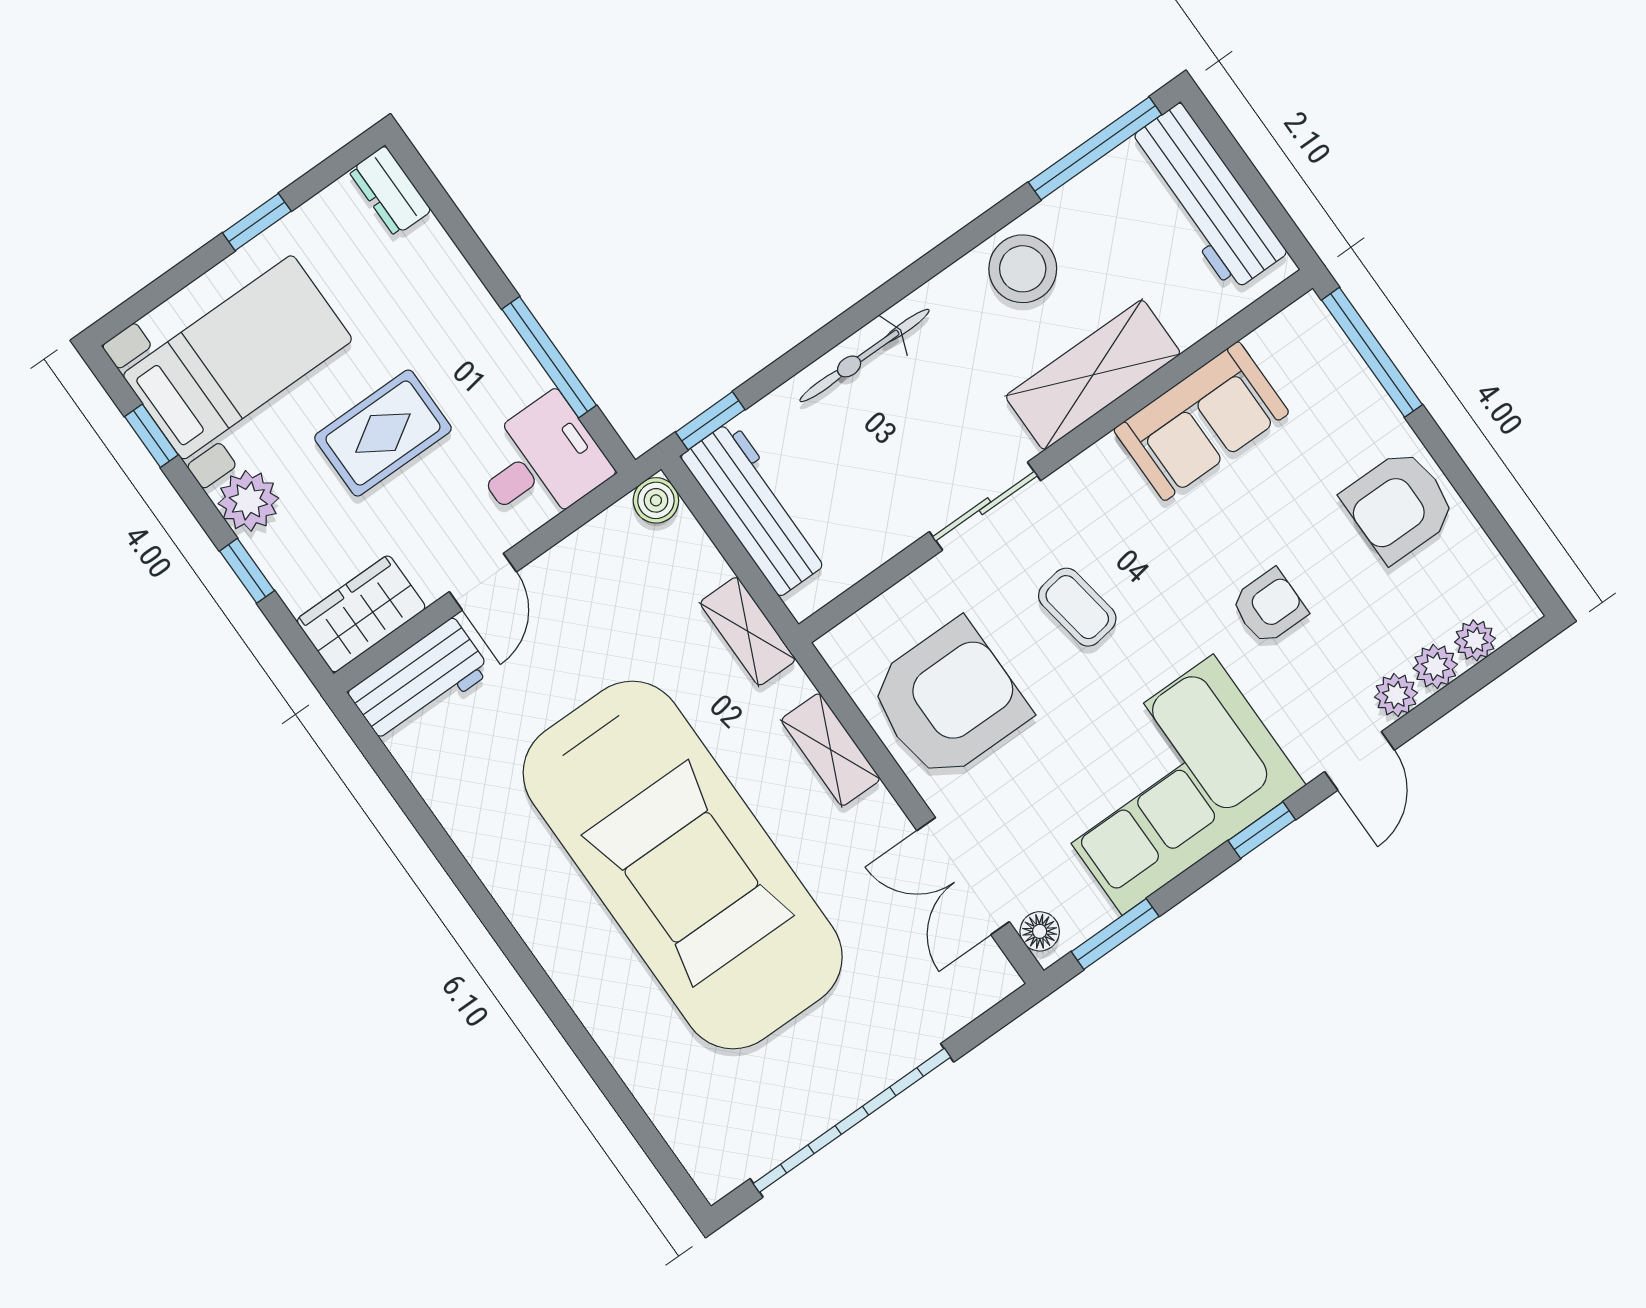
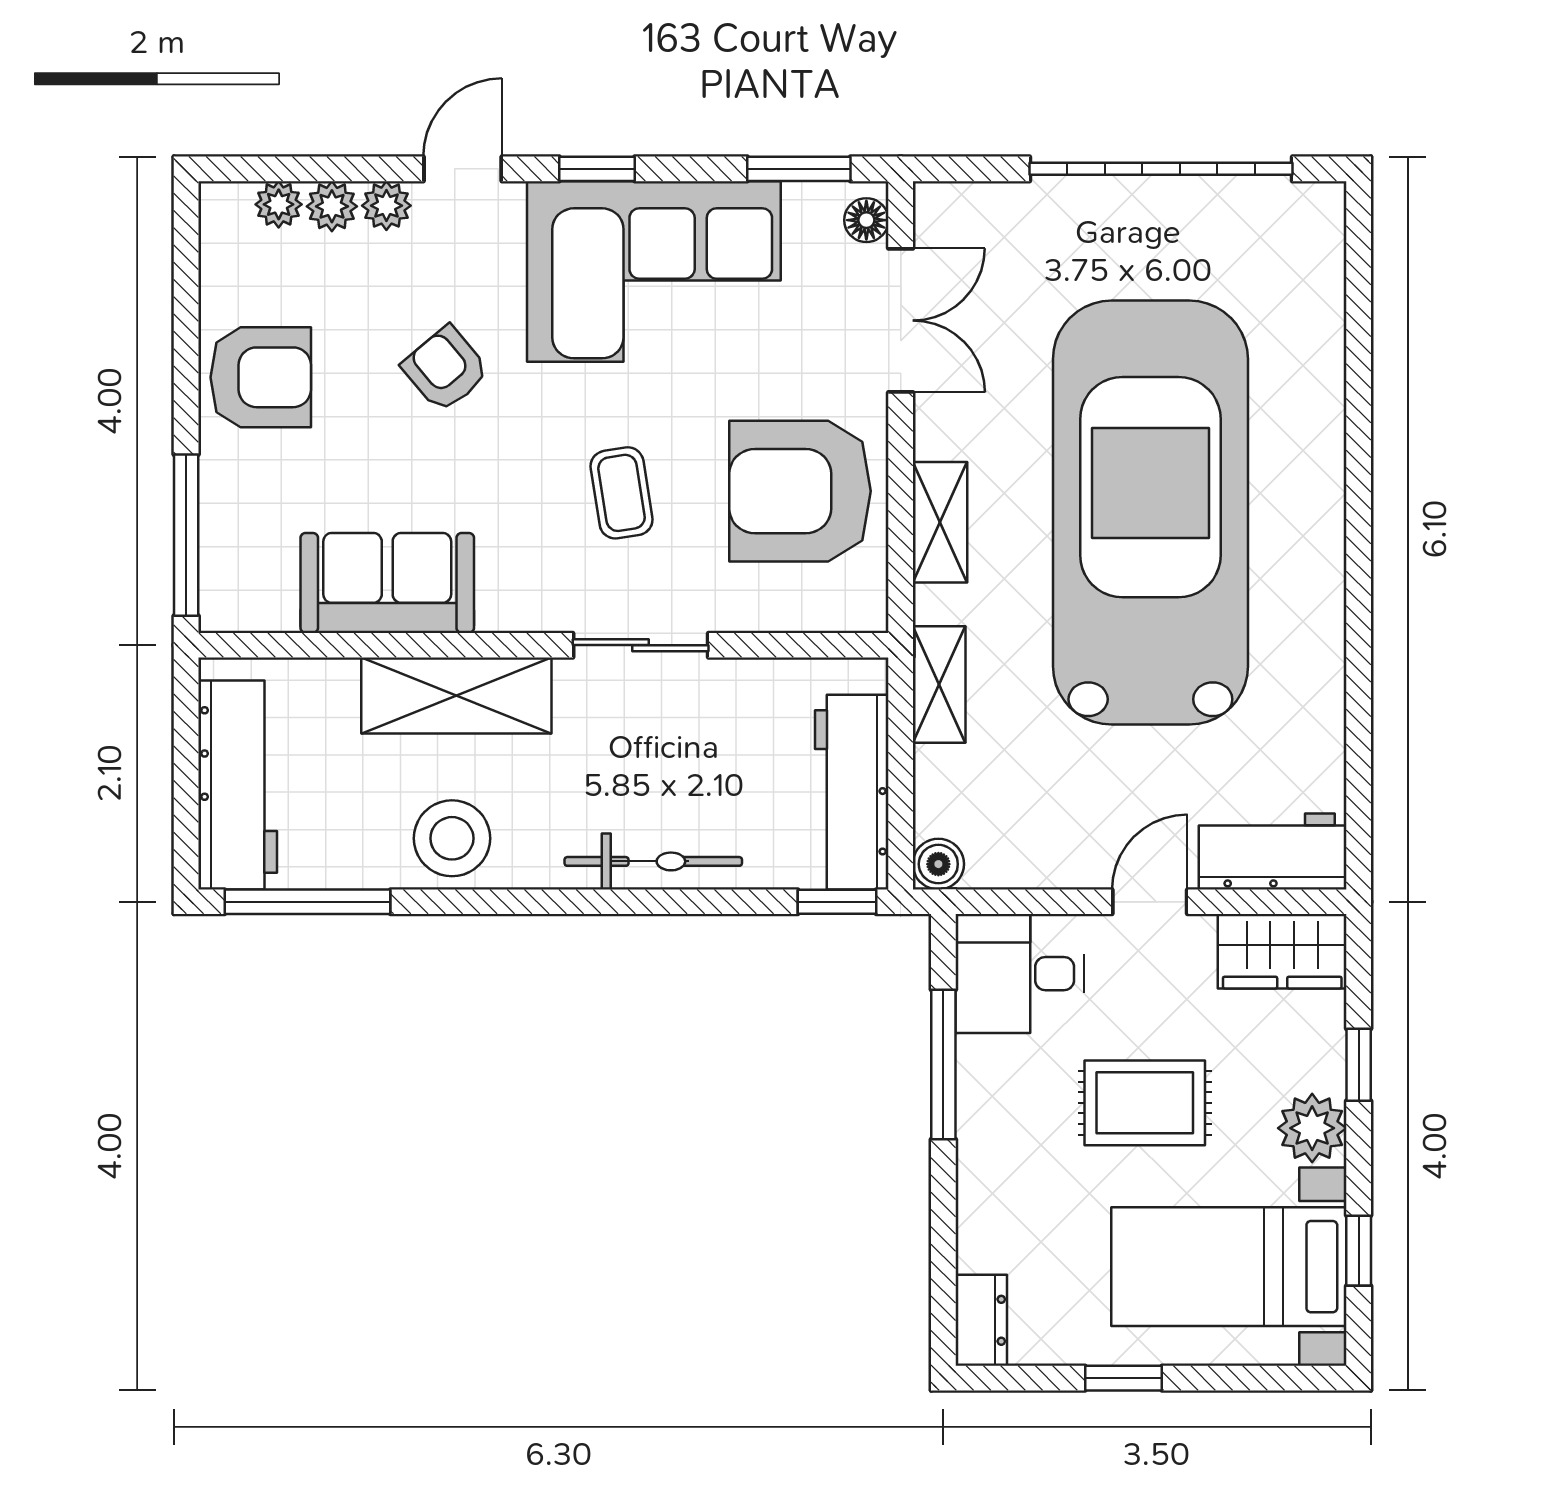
armchair: (1269, 607) -> (445, 369), turned 50

